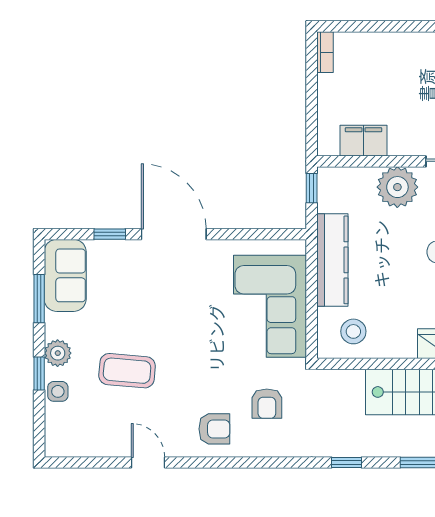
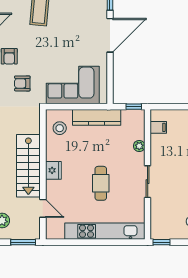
filing cabinet: (364, 141) -> (158, 127), width x0.50
plant: (397, 187) -> (139, 146), width x0.53, depth x0.53

